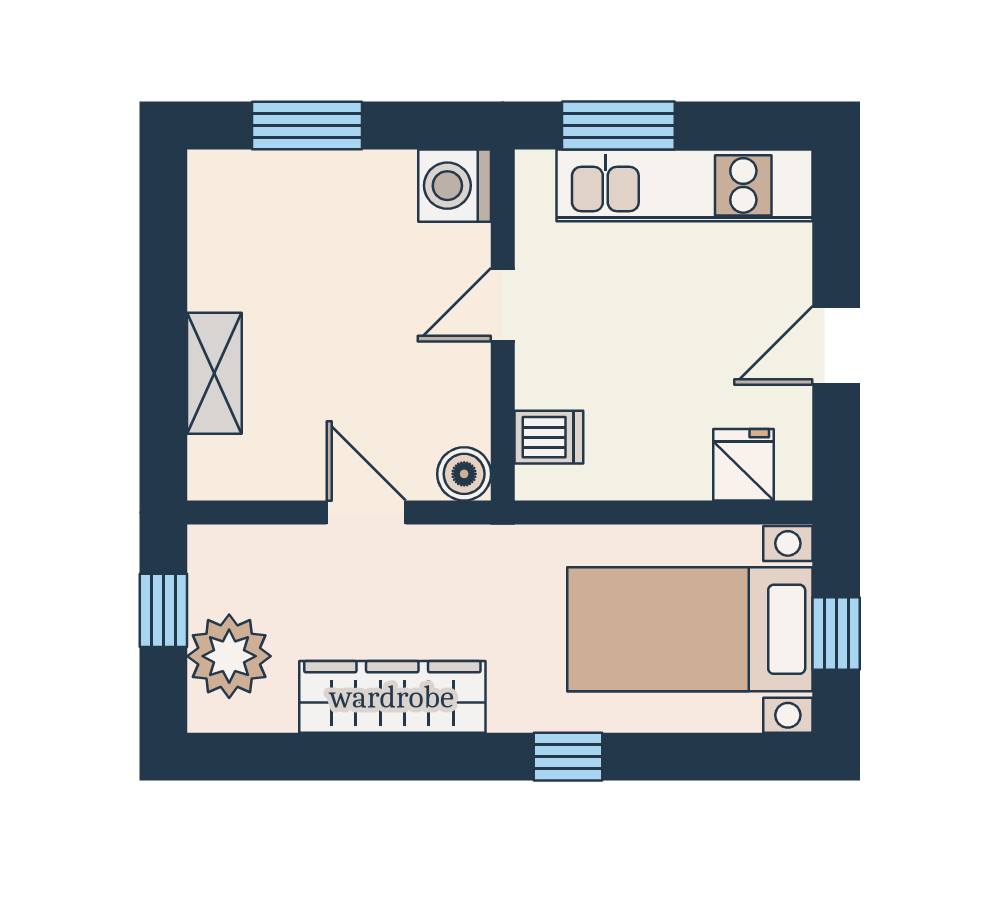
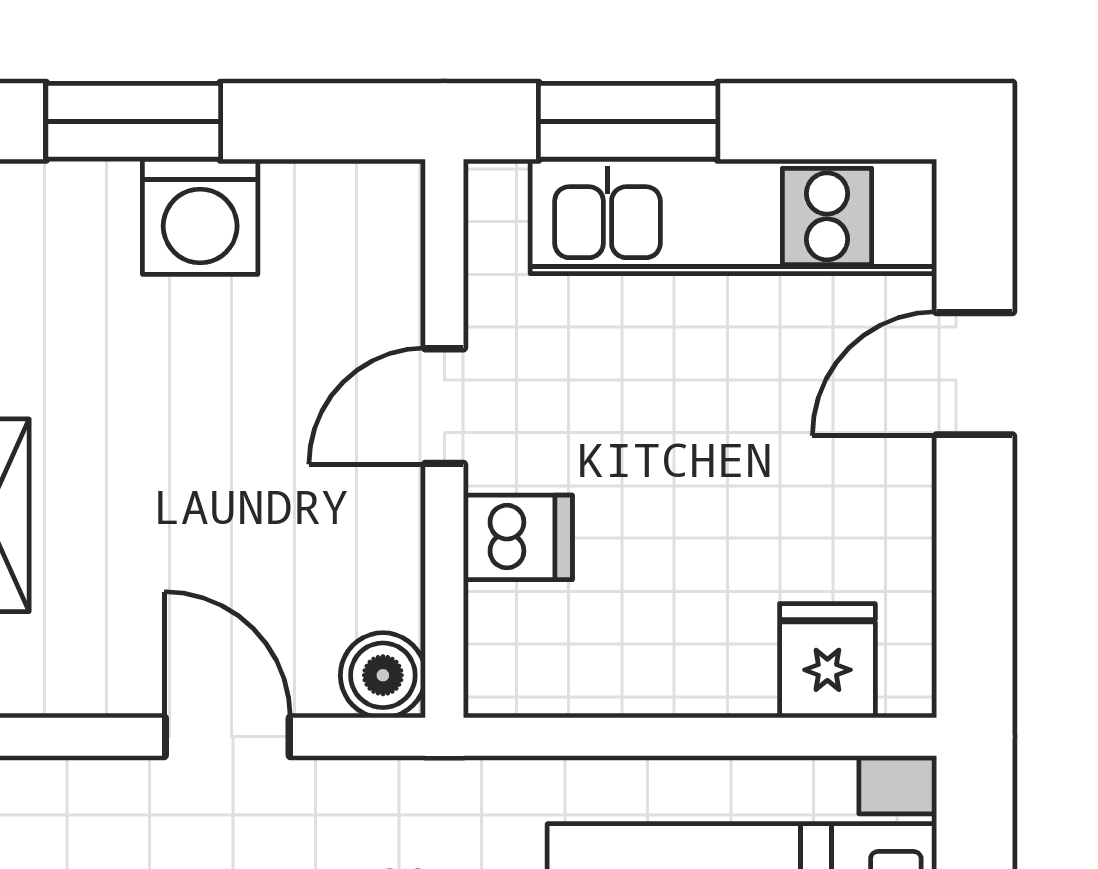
washing machine: (455, 186) -> (200, 217), moved, turned -90
door: (836, 346) -> (975, 374), moved
dishwasher: (549, 437) -> (518, 537), moved

